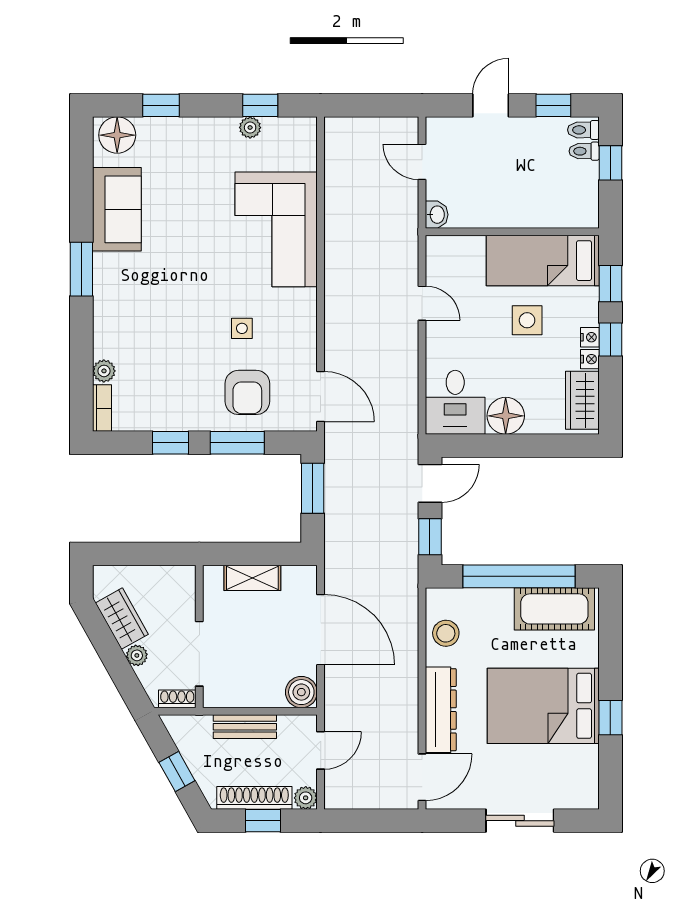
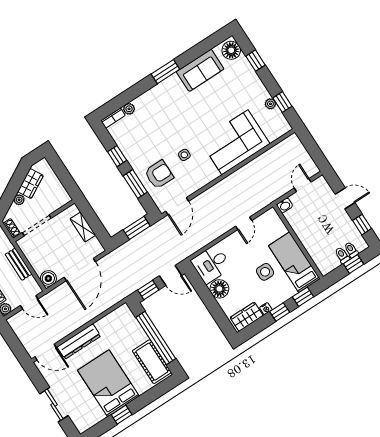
toilet: (583, 130) -> (342, 255), moved
nightstand: (590, 337) -> (275, 303), removed
armchair: (247, 392) -> (159, 175), turned 180
stool: (446, 633) -> (112, 323), removed

